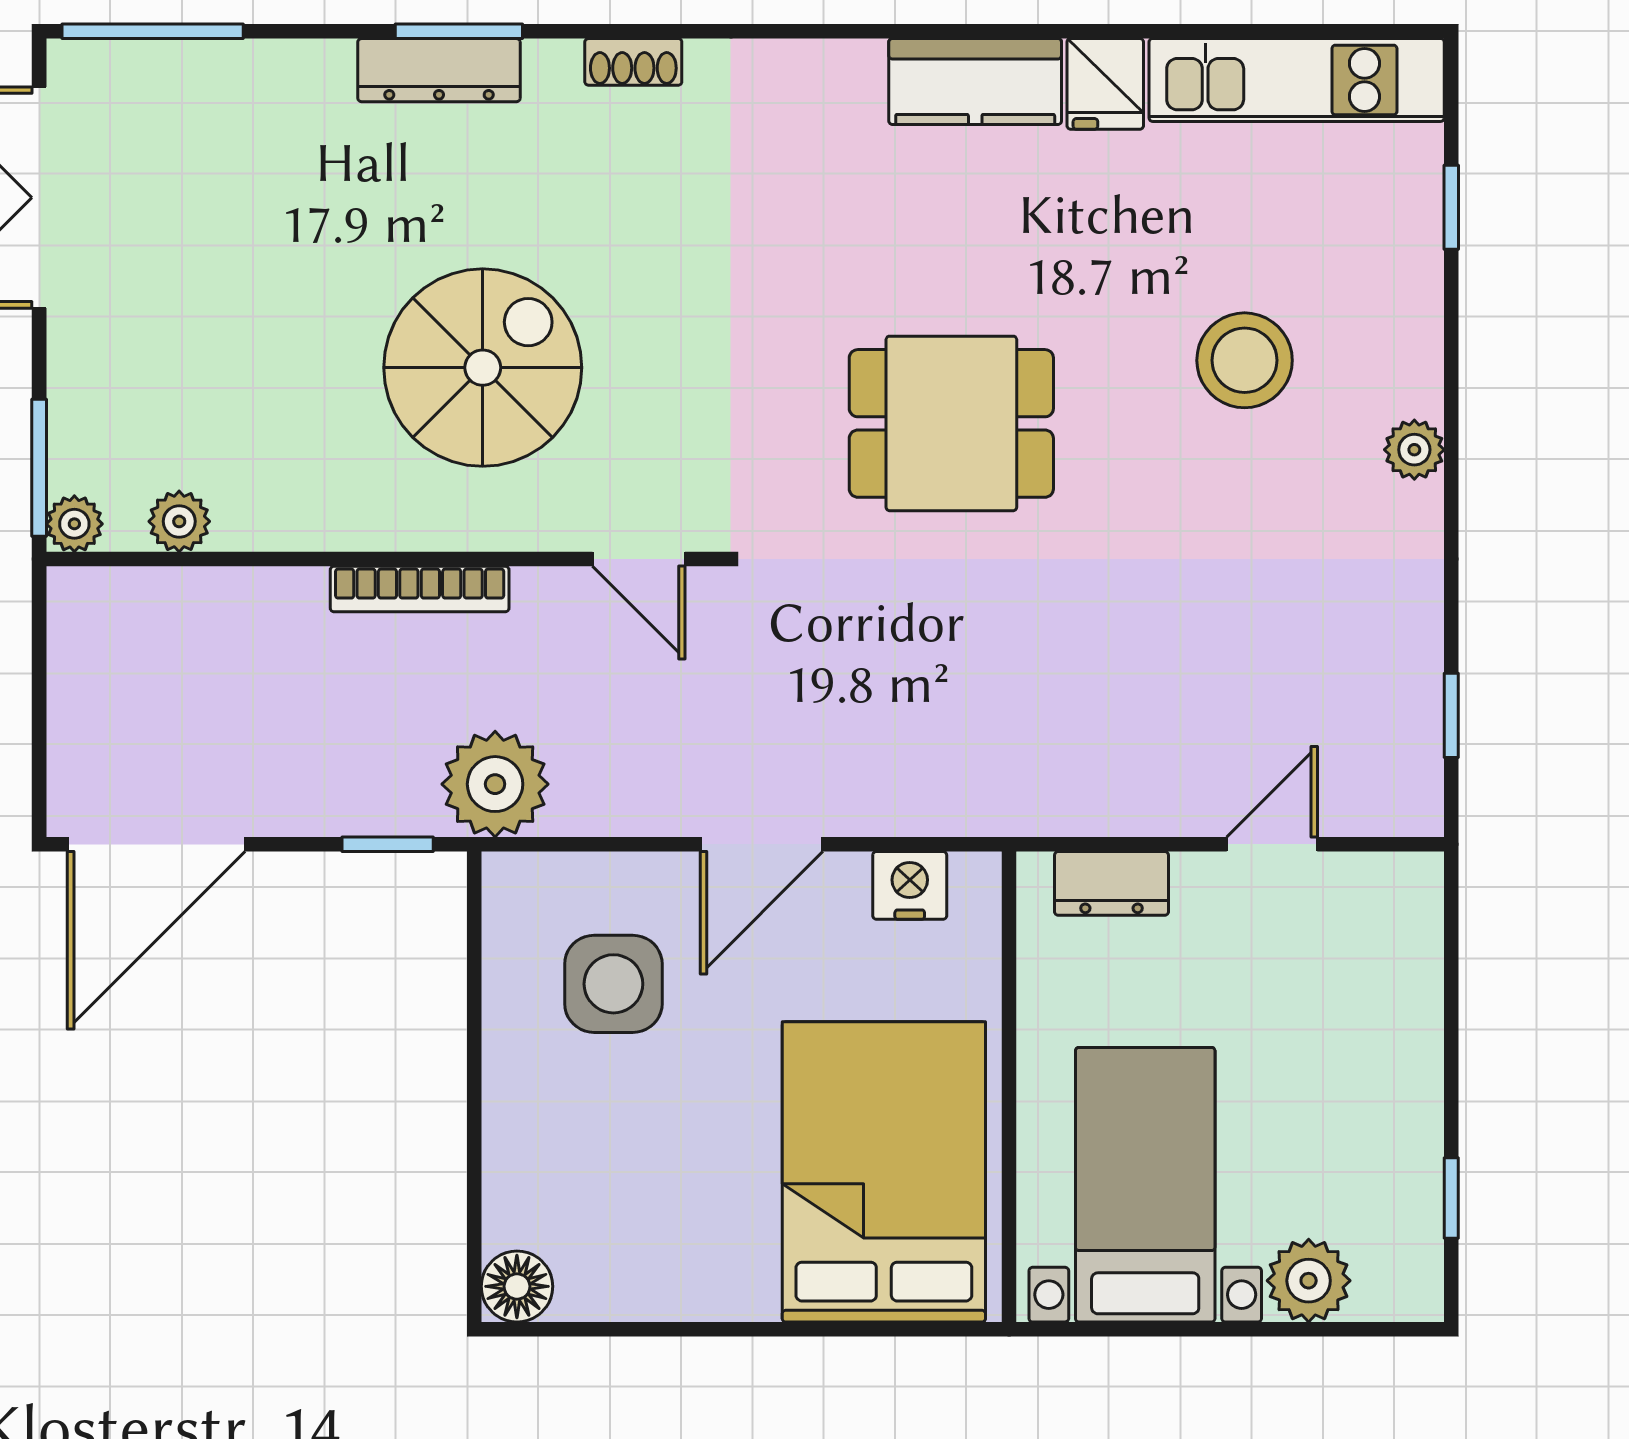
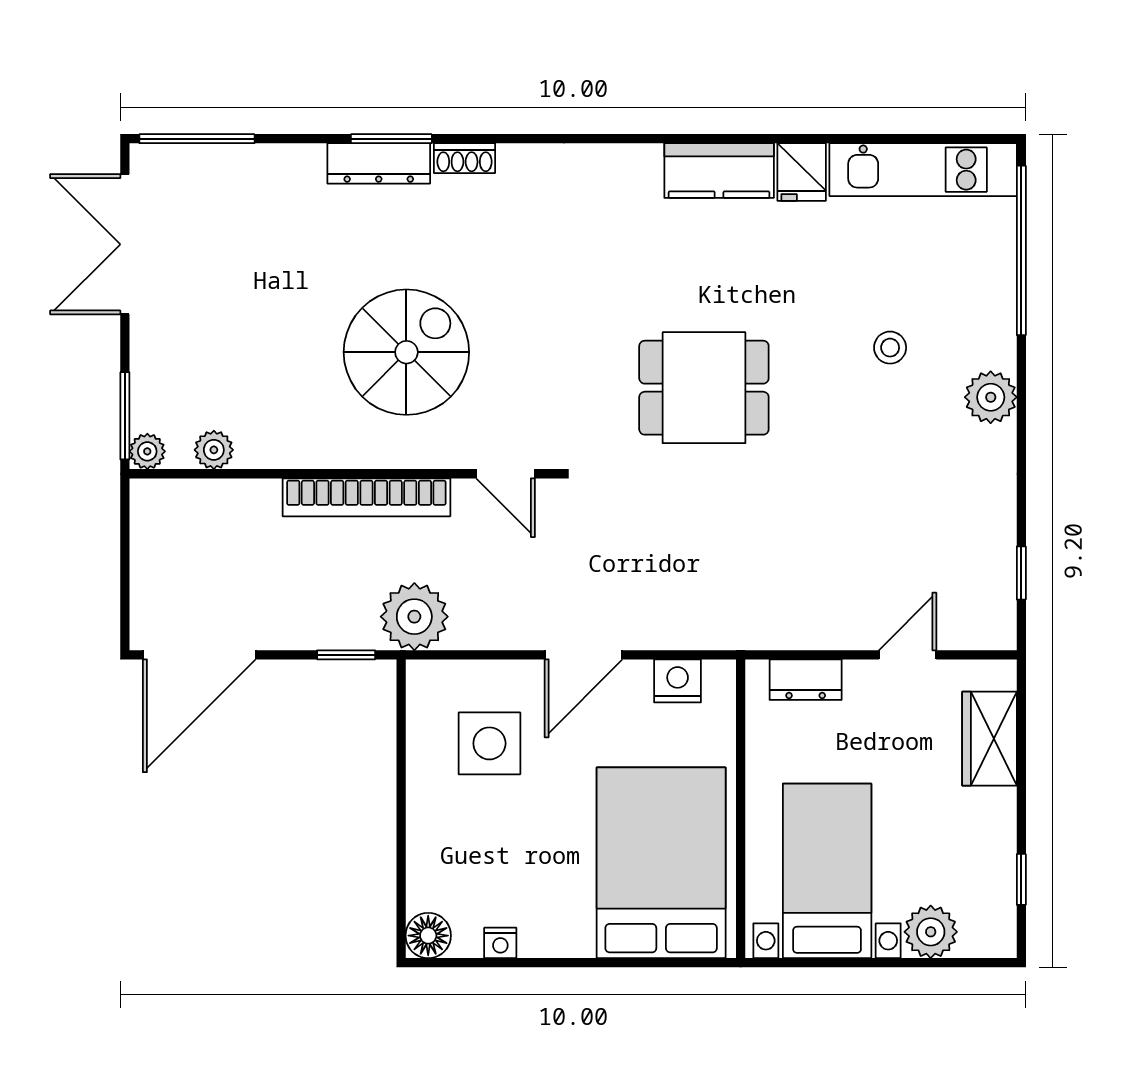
shoe rack: (633, 62) -> (465, 158), moved
window: (1451, 207) -> (1021, 250), width x3.17
stool: (1245, 360) -> (890, 348), width x0.53, depth x0.53
plant: (1414, 450) -> (991, 397), width x1.38, depth x1.38
bookcase: (420, 589) -> (366, 497), width x1.48, depth x1.31
wardrobe: (1401, 976) -> (989, 739), added
nightstand: (631, 1298) -> (500, 943), added

